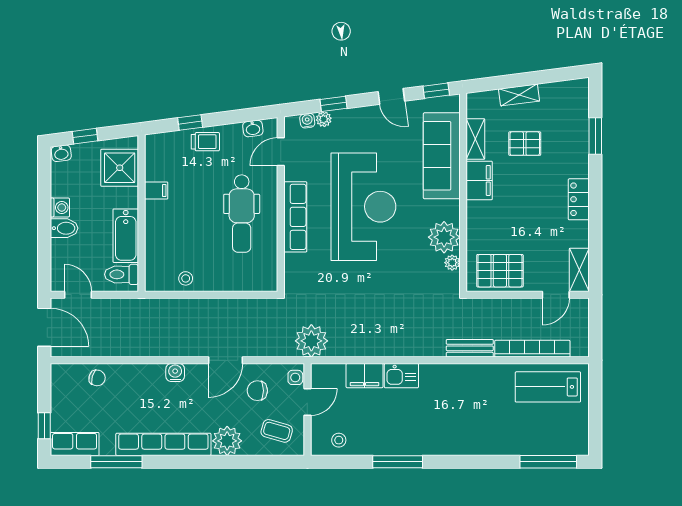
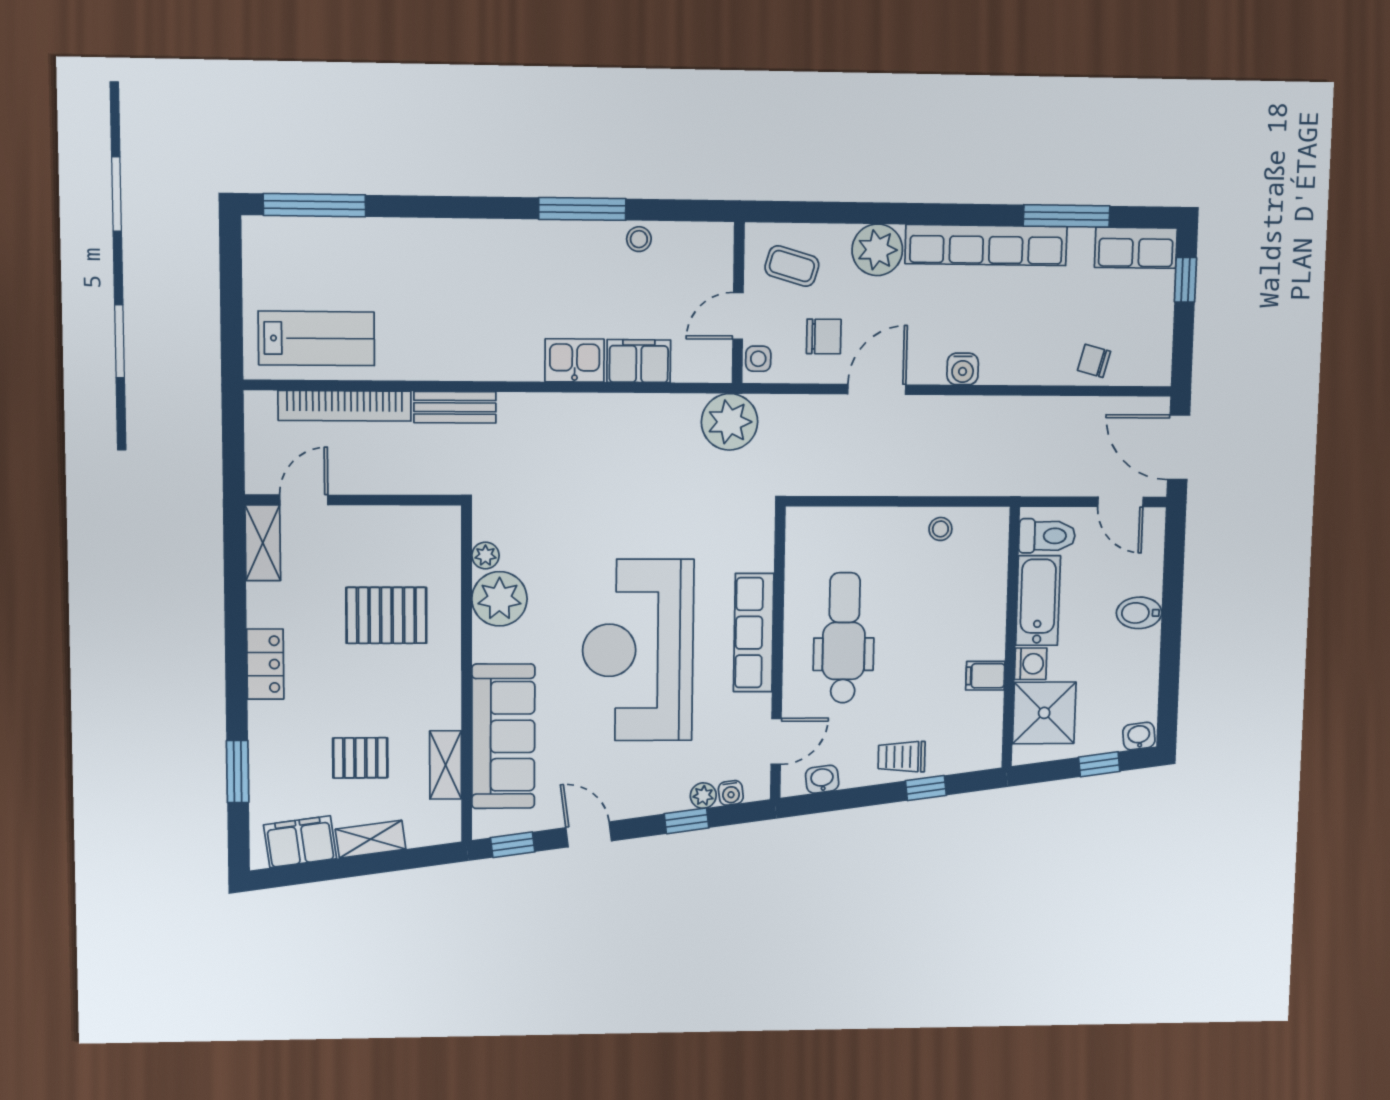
filing cabinet: (479, 180) -> (300, 842), moved, turned 83
washing machine: (60, 207) -> (1031, 664), moved, turned 180
pallet: (500, 271) -> (386, 615), moved
stool: (339, 440) -> (639, 239), moved

